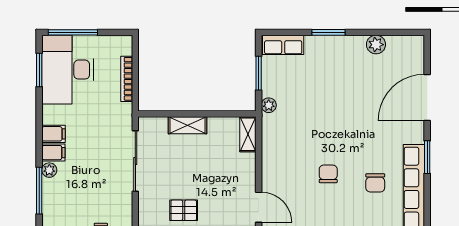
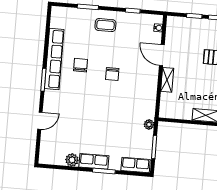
row of seats: (344, 45) -> (94, 161), added
door: (427, 98) -> (40, 121), width x0.53
shelving: (248, 134) -> (167, 80), moved

